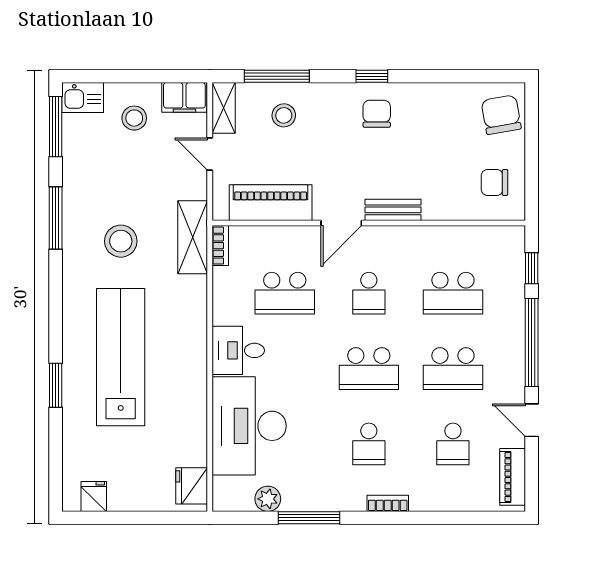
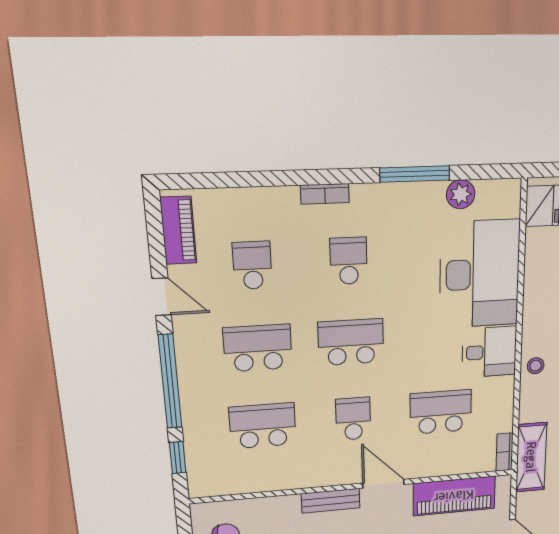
door: (341, 223) -> (383, 484), hinge flipped
stool: (192, 333) -> (536, 366), added

